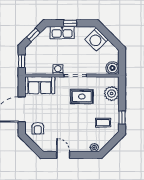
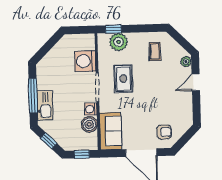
window: (70, 23) -> (33, 96), width x2.17
washing machine: (96, 39) -> (85, 61), moved, turned 135
boiler: (112, 68) -> (89, 124), moved
window: (122, 117) -> (113, 29), moved
door: (63, 155) -> (196, 82), moved

